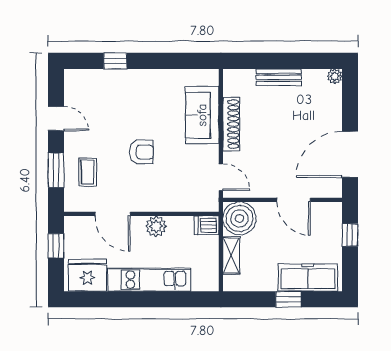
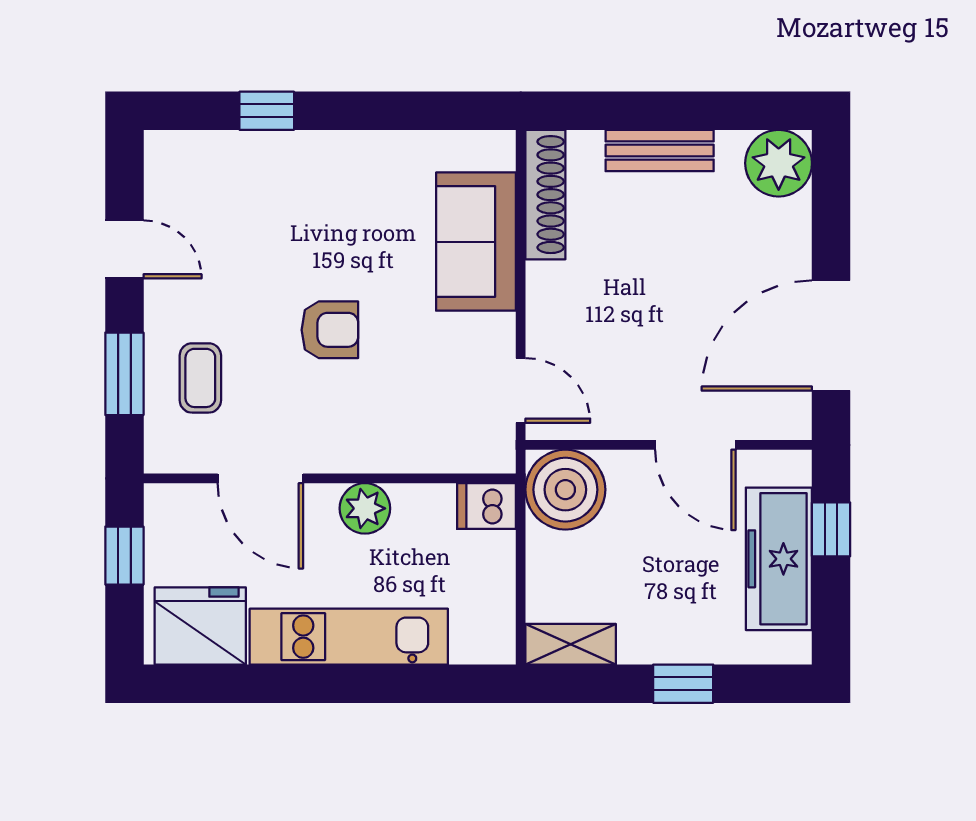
plant: (335, 76) -> (779, 163), width x1.88, depth x1.88
shoe rack: (231, 124) -> (545, 195), moved
shelving: (231, 255) -> (571, 644), moved, turned 90
freezer: (308, 277) -> (779, 559), moved, turned -90

